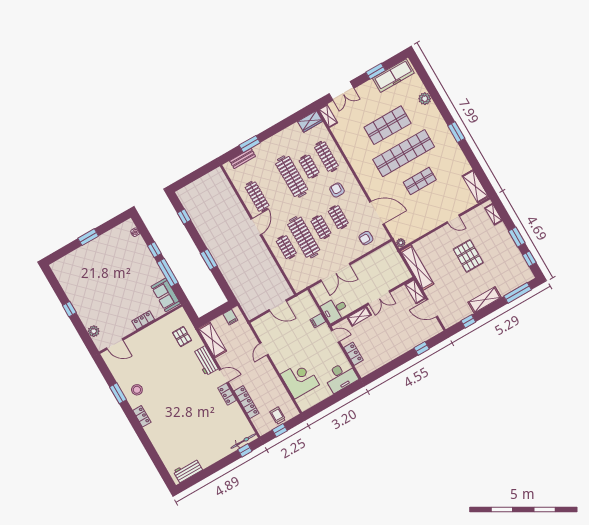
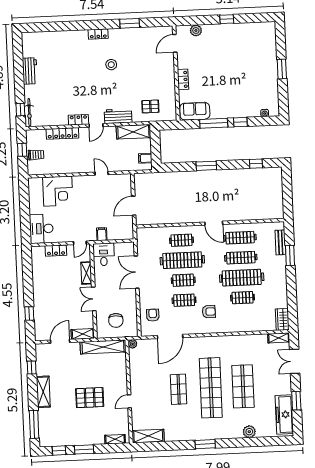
clothes rail: (326, 157) -> (241, 258), moved
chair: (388, 268) -> (116, 320), added
stool: (137, 390) -> (111, 65), moved
workbench: (188, 470) -> (30, 71), moved

